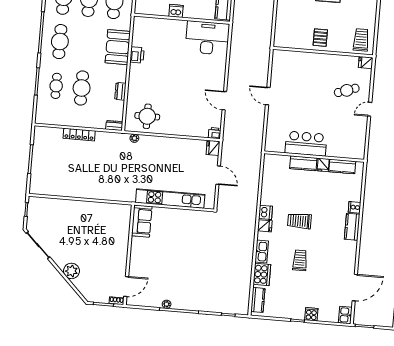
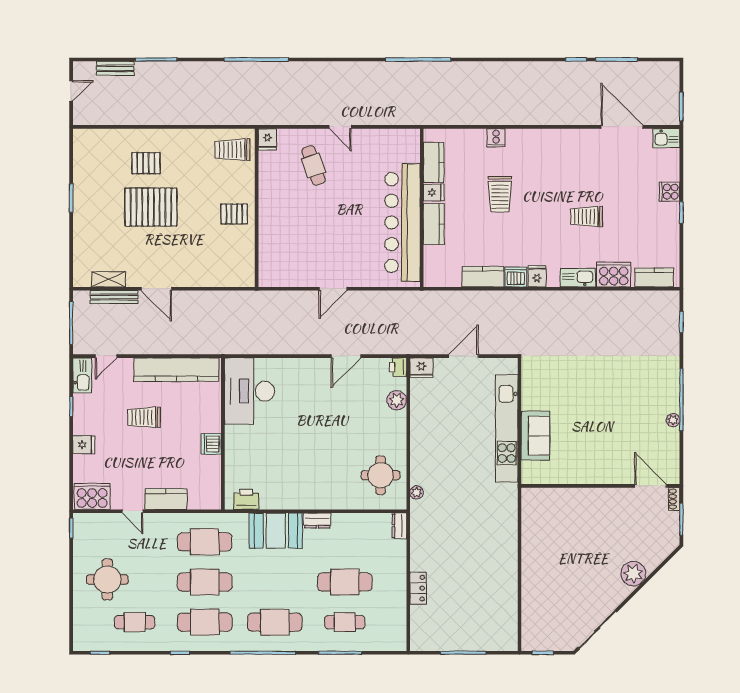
printer: (137, 55) -> (246, 499), moved
dresser: (120, 91) -> (317, 521), moved
plant: (194, 131) -> (397, 400), added
locker: (79, 135) -> (418, 588), width x0.66
bar counter: (306, 144) -> (402, 222), width x1.86
sofa: (142, 221) -> (535, 436), moved, turned 90
trolley: (299, 221) -> (500, 194), moved
kitchen counter: (352, 227) -> (483, 277), moved, turned 180

